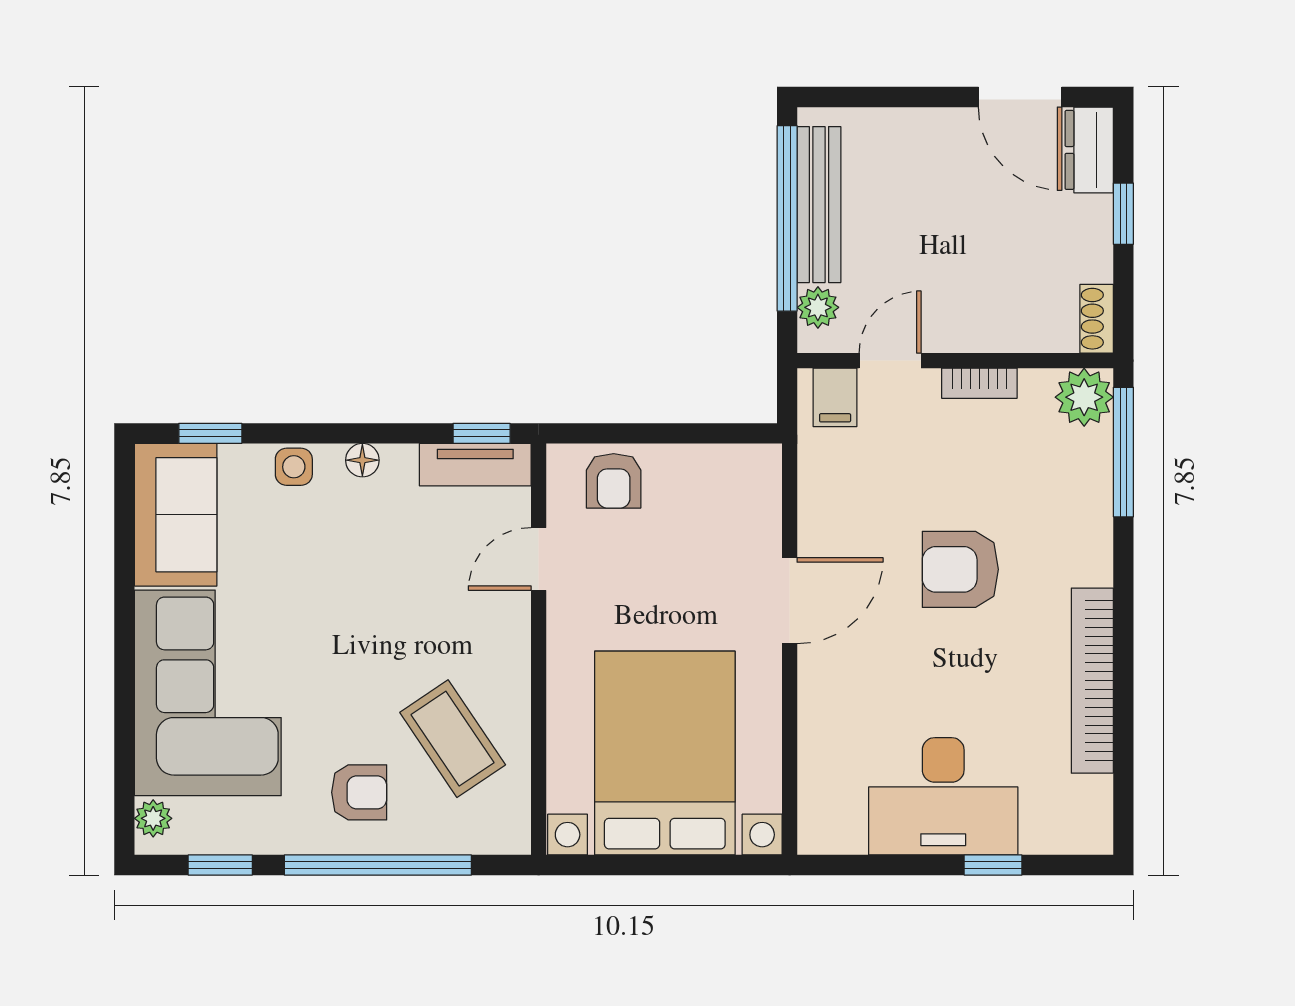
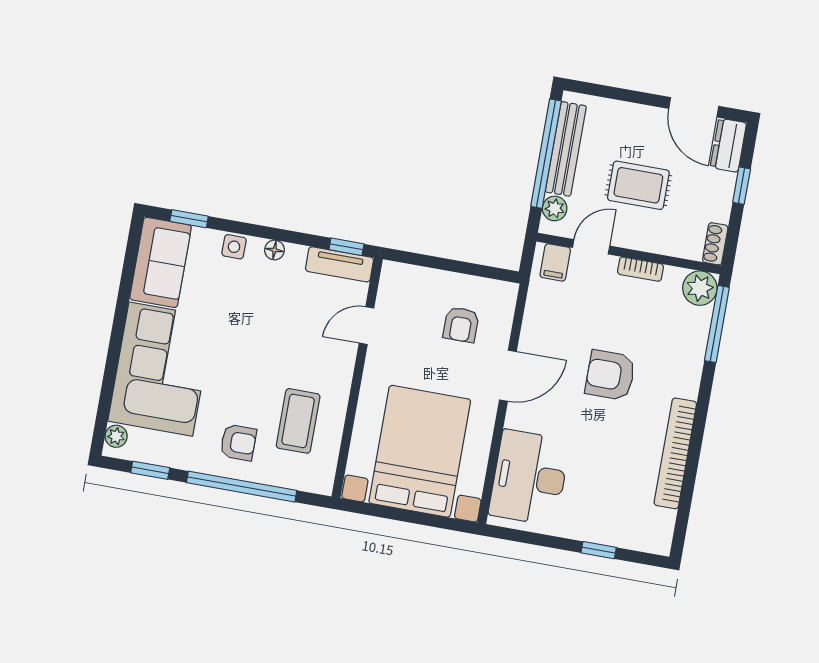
rug: (951, 244) -> (638, 185), added
armchair: (614, 481) -> (461, 325), moved
coffee table: (453, 739) -> (298, 421), turned 34
desk: (943, 796) -> (529, 478), moved, turned 90

